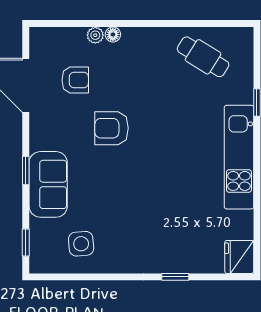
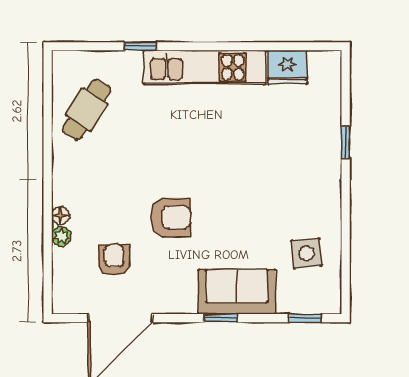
armchair: (112, 128) -> (171, 217), turned -90
fridge: (239, 257) -> (287, 67), moved

